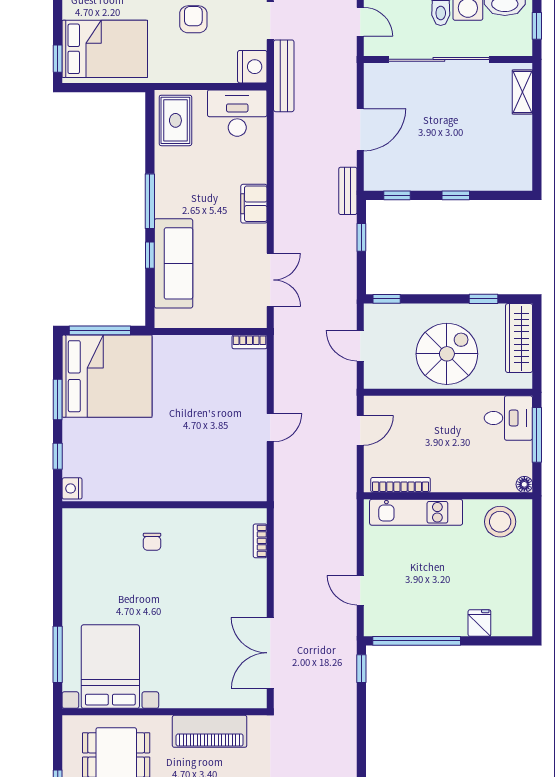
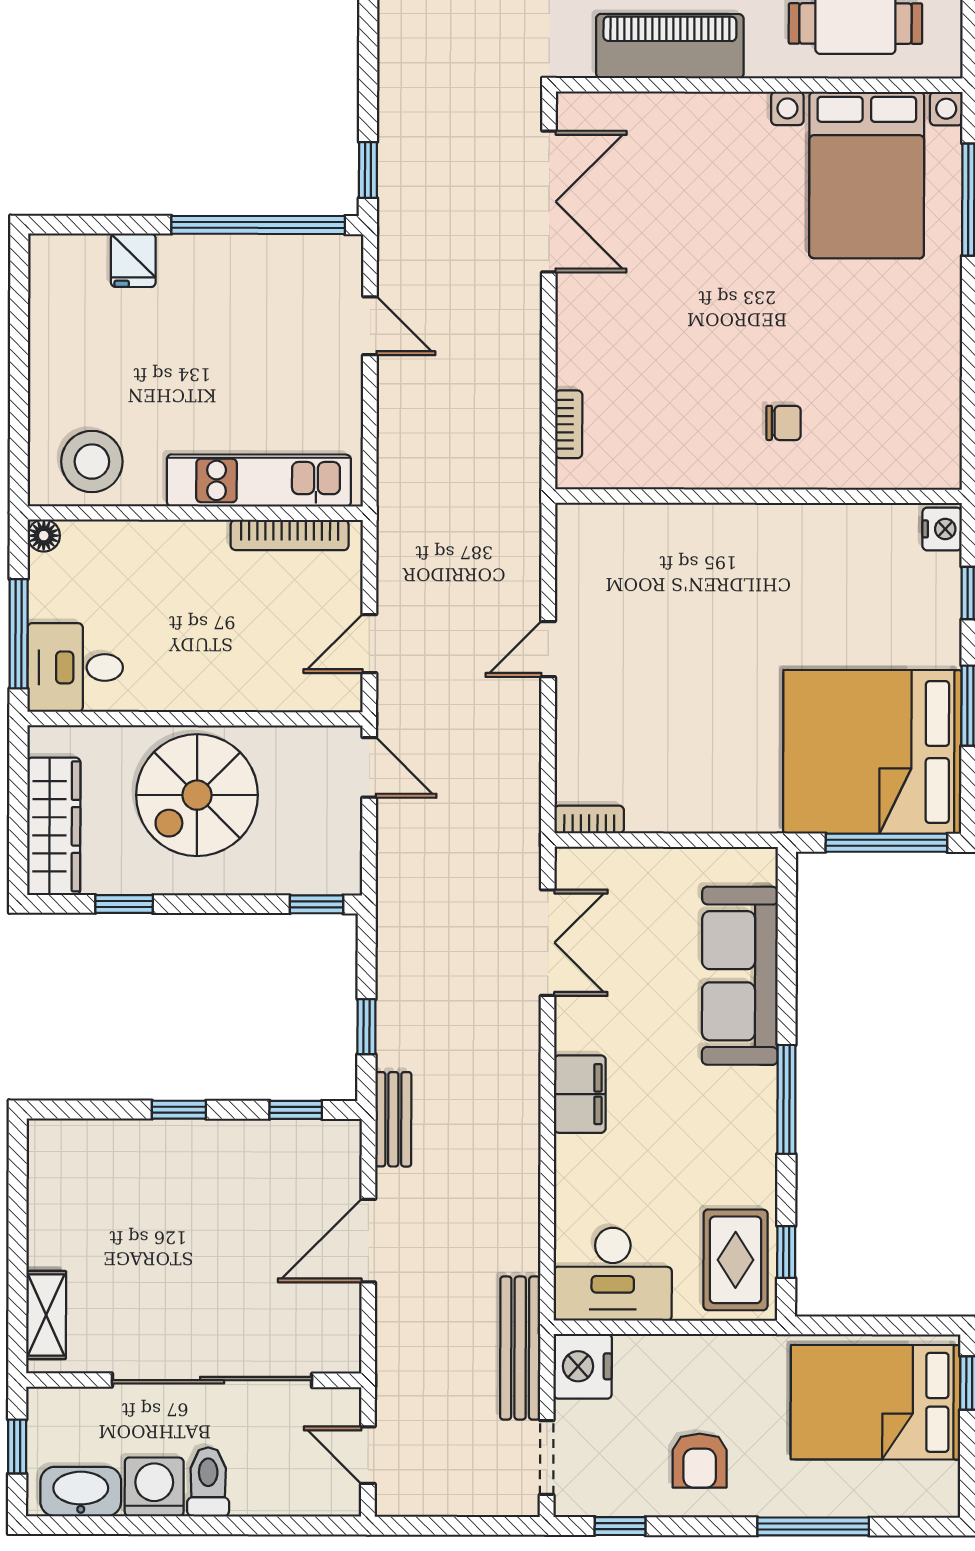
window: (150, 255) -> (786, 1252), moved
double door: (270, 280) -> (548, 943), swing flipped
door: (360, 346) -> (369, 767), moved
chair: (152, 542) -> (784, 423), turned 90

